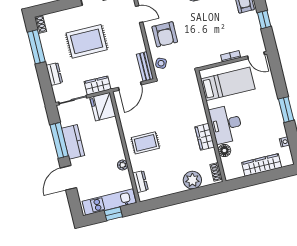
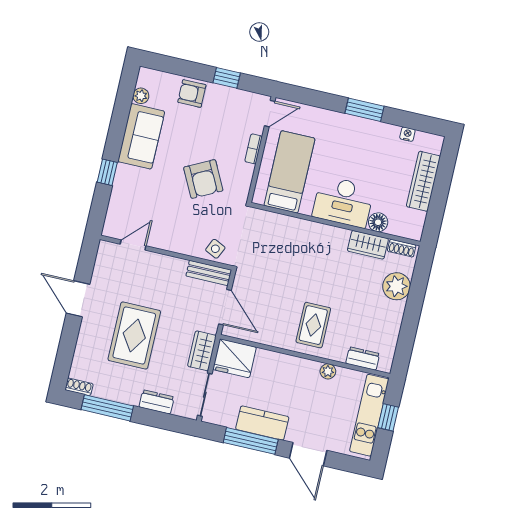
armchair: (165, 34) -> (203, 179), moved, turned 63
wardrobe: (205, 137) -> (368, 245), moved

